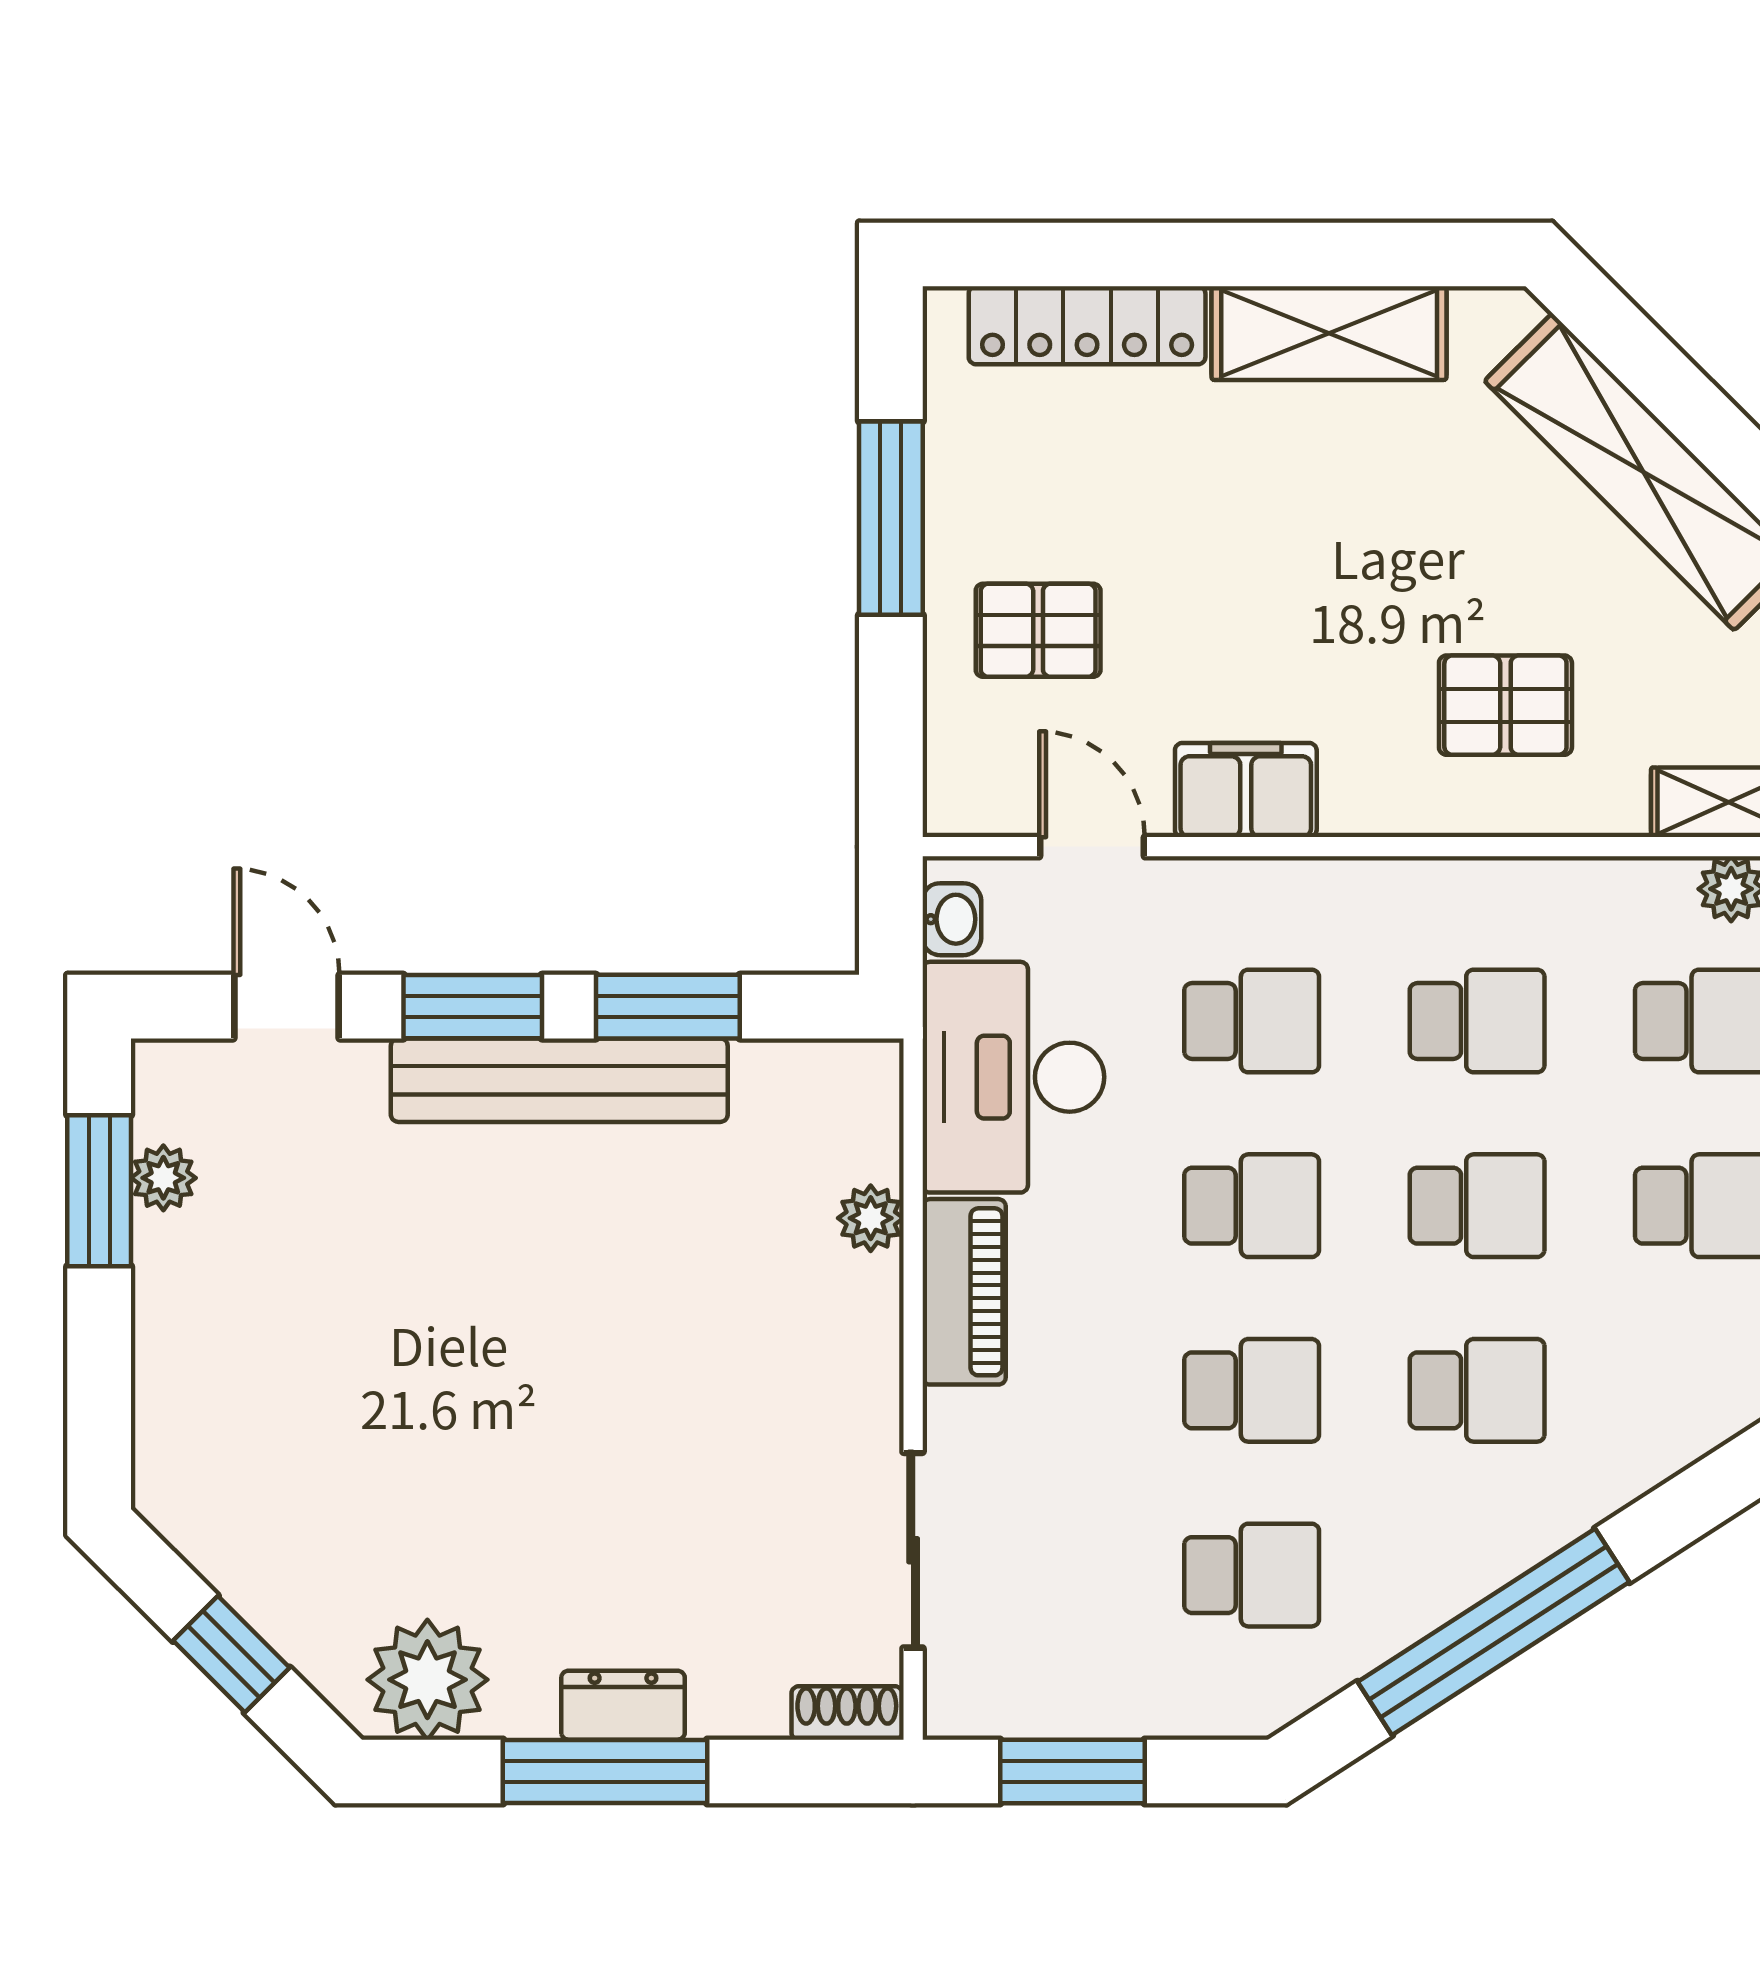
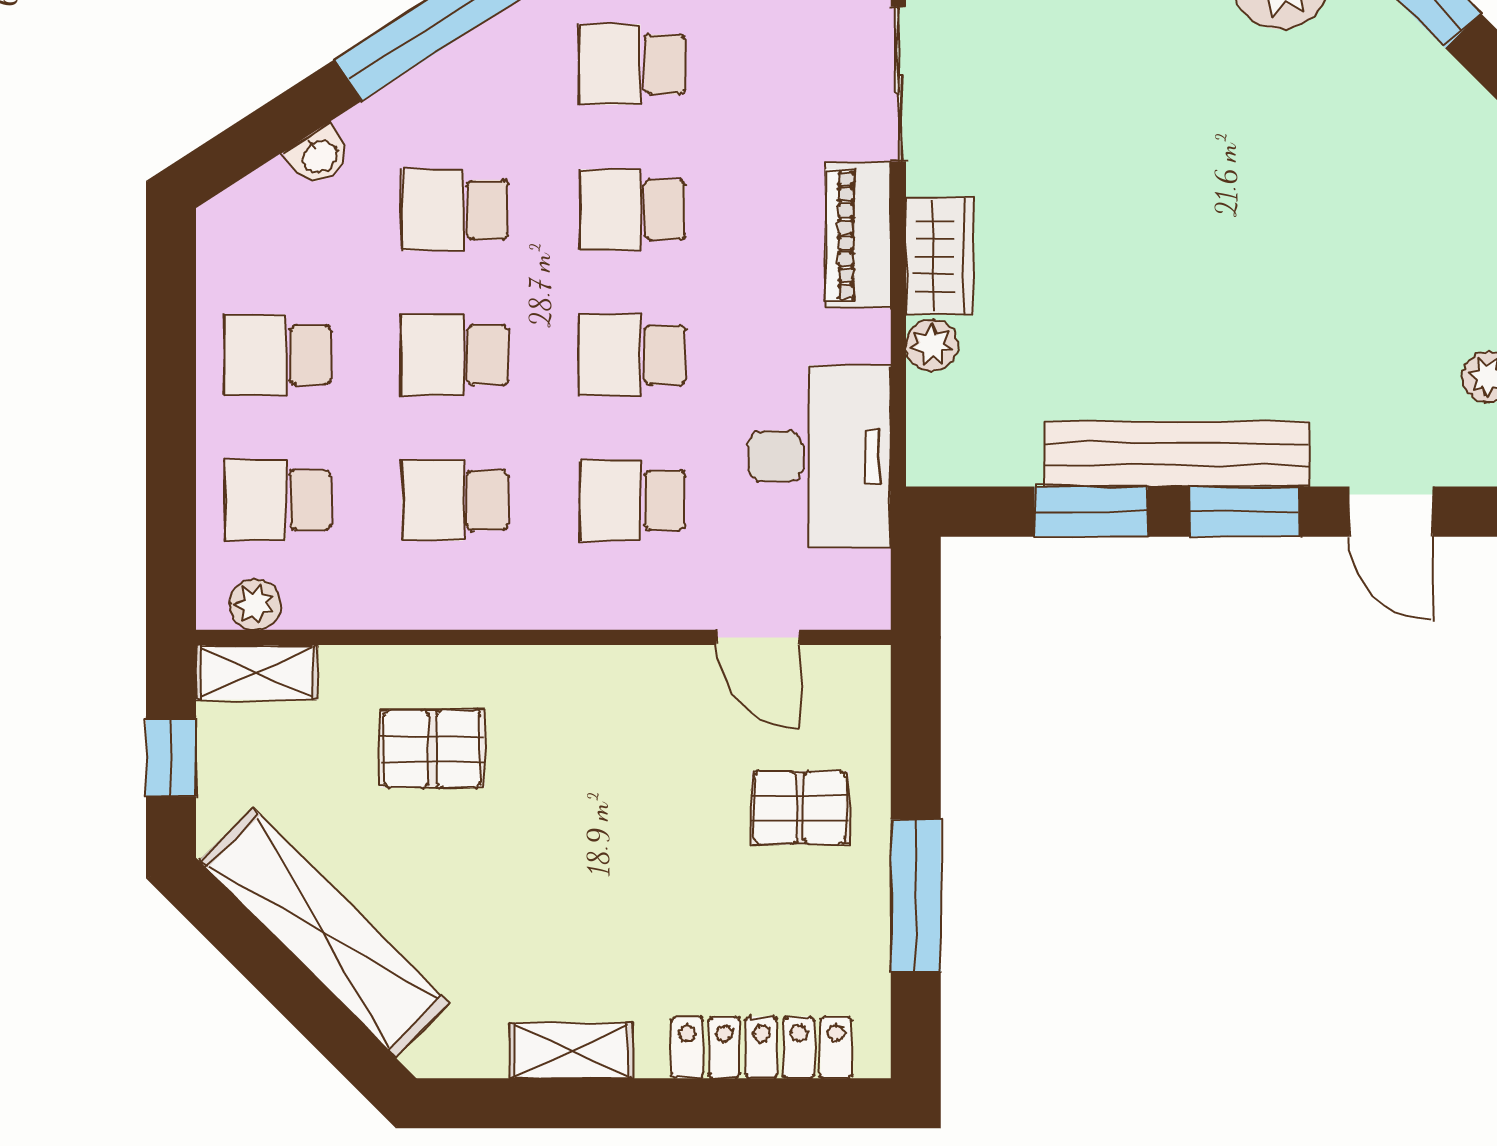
shelving: (1329, 333) -> (571, 1051), width x0.67, depth x0.75
filing cabinet: (1246, 790) -> (637, 682), removed
washbasin: (952, 919) -> (319, 156), moved, turned -123
piano: (964, 1292) -> (858, 235), moved
wardrobe: (860, 1332) -> (940, 256), added

